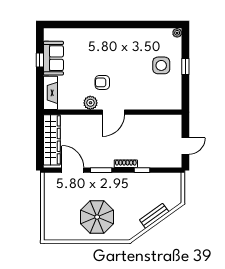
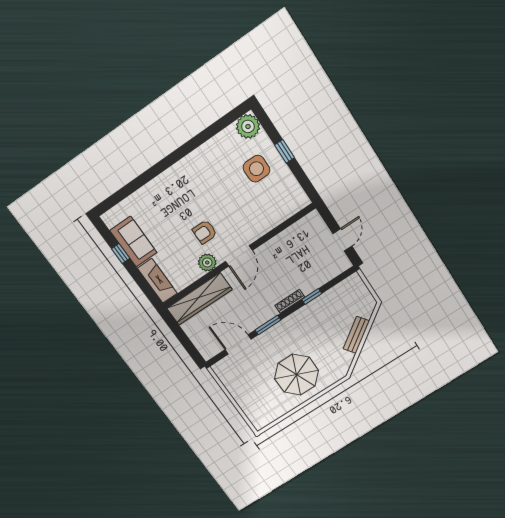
plant: (177, 33) -> (248, 126), width x1.88, depth x1.88
wardrobe: (52, 140) -> (199, 299), moved, turned 90

